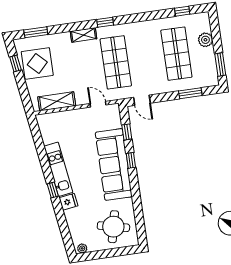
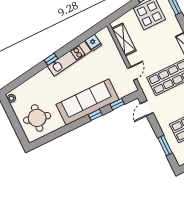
fridge: (68, 202) -> (93, 43), moved

